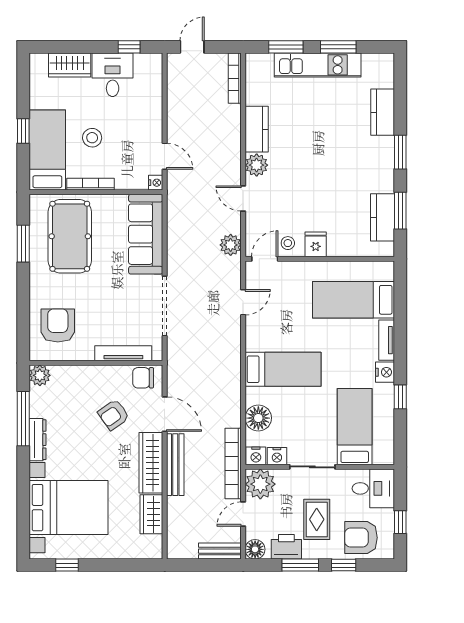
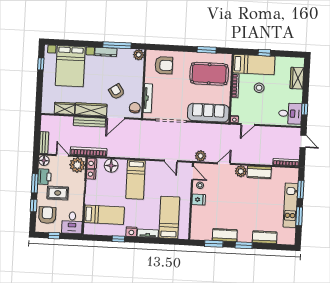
desk: (113, 75) -> (290, 114), moved
kitchen counter: (382, 217) -> (225, 235), moved

